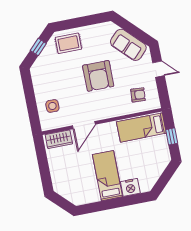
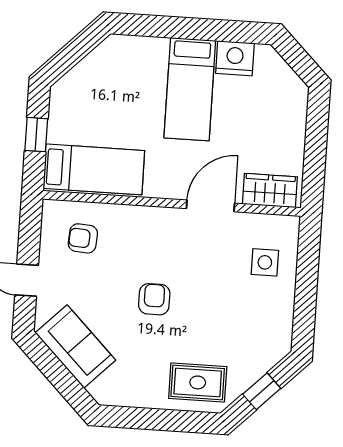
armchair: (98, 76) -> (154, 299), width x0.53, depth x0.53
nightstand: (130, 187) -> (235, 58), moved

